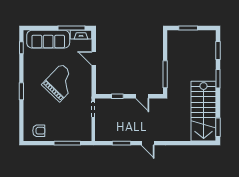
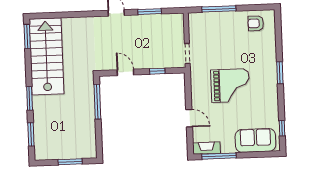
sofa: (48, 39) -> (255, 140), width x0.73
grand piano: (61, 83) -> (230, 85), turned -134

